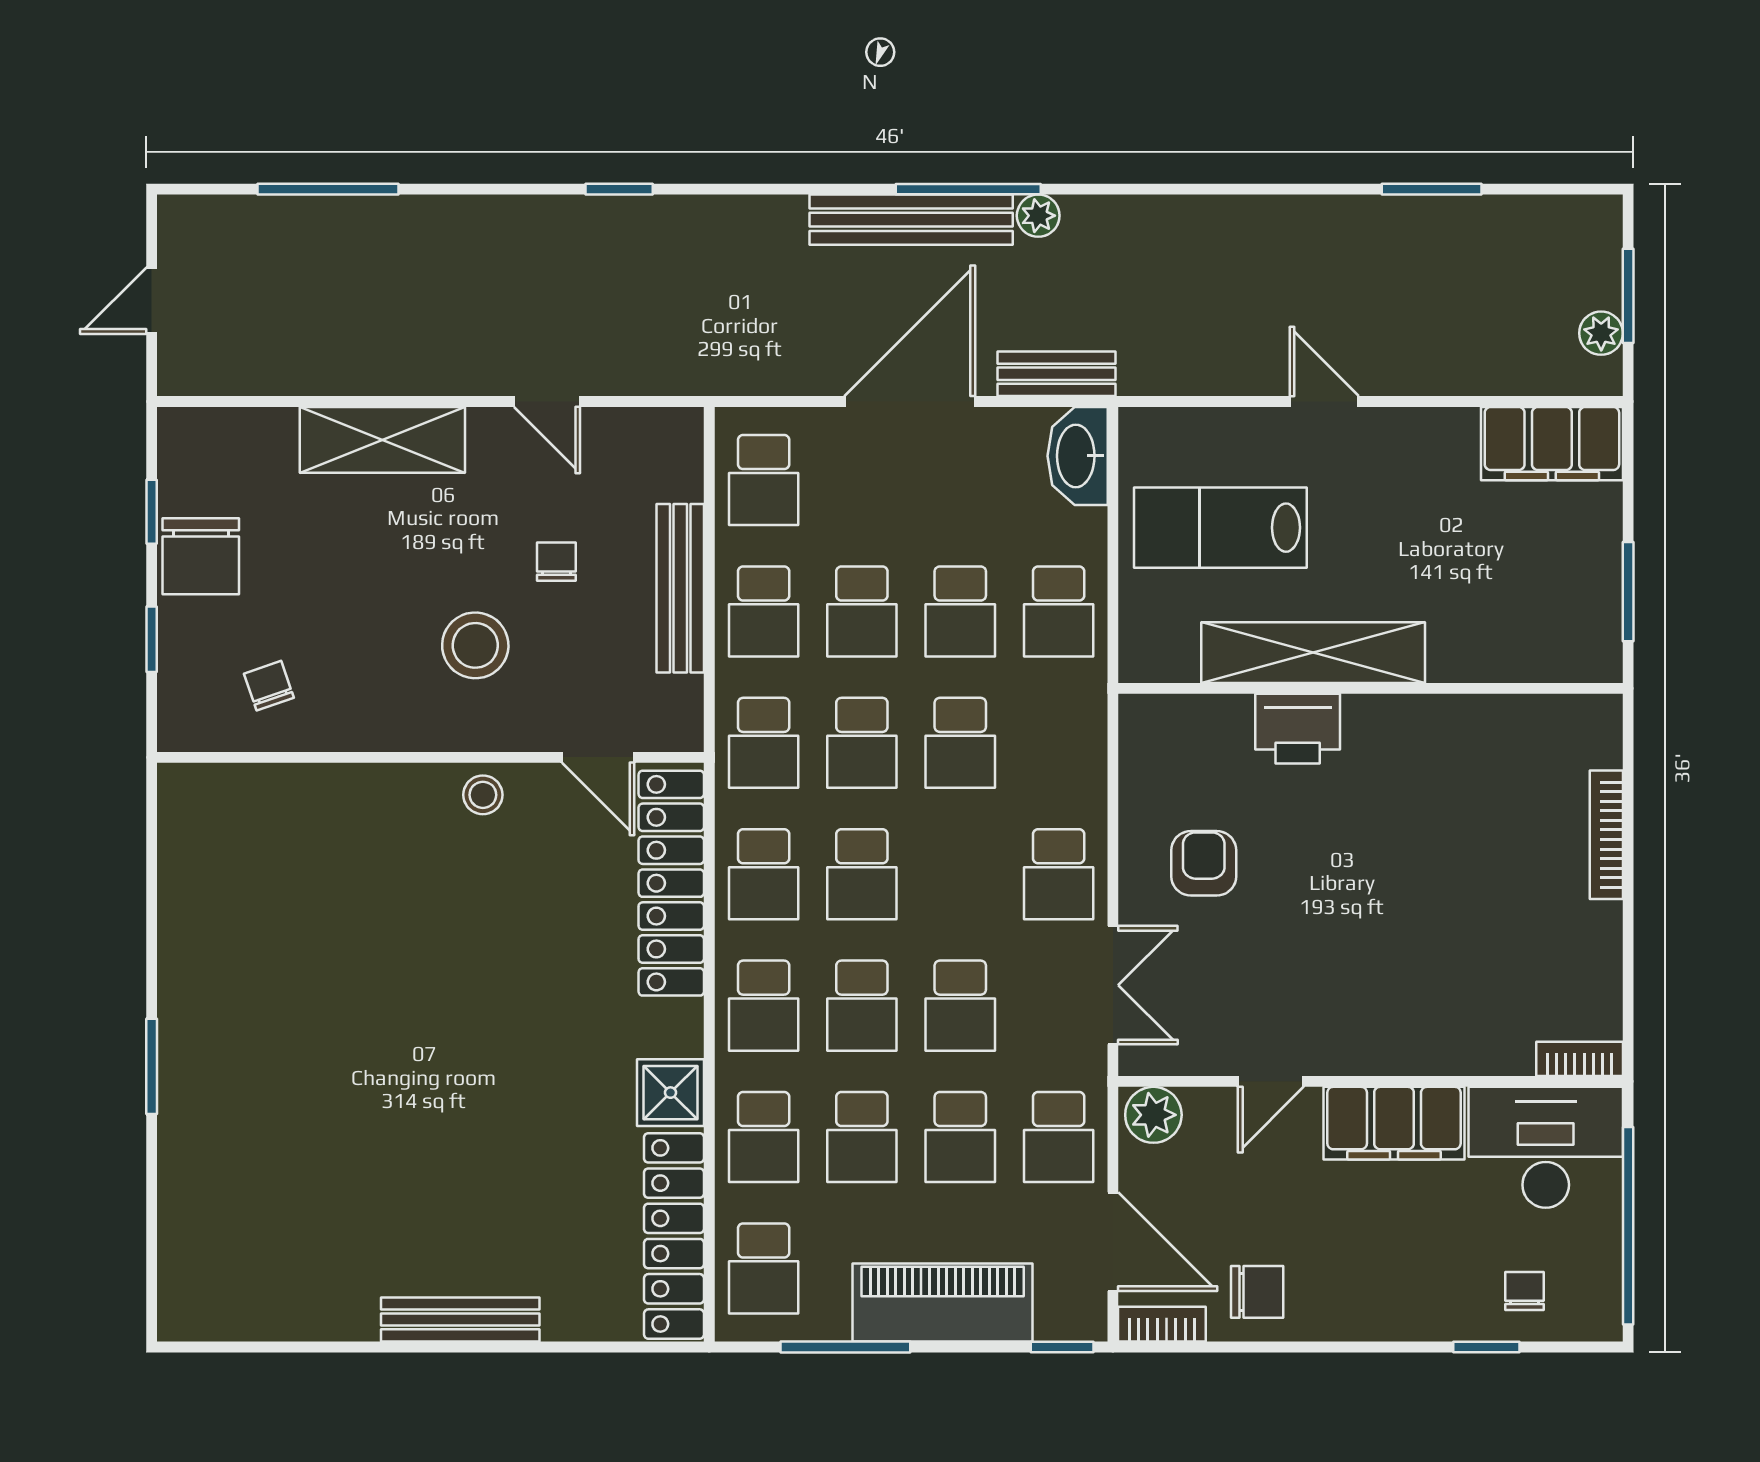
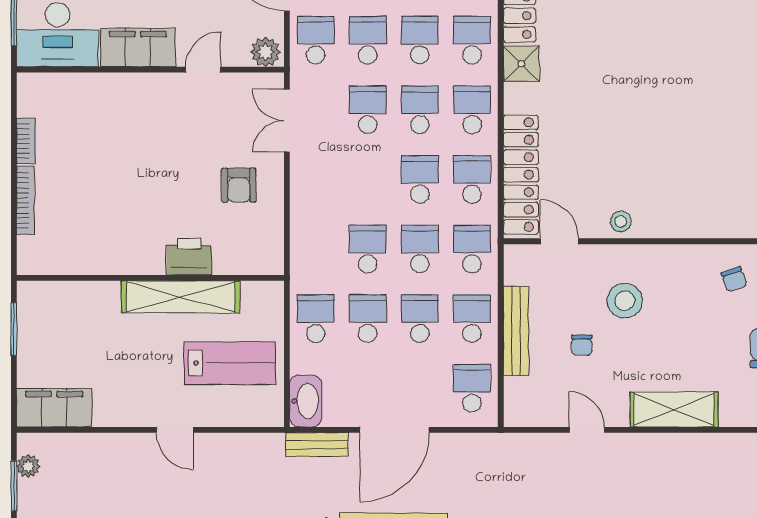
school desk: (1059, 874) -> (316, 179), removed
bookcase: (1580, 1059) -> (26, 141), moved, turned -90

